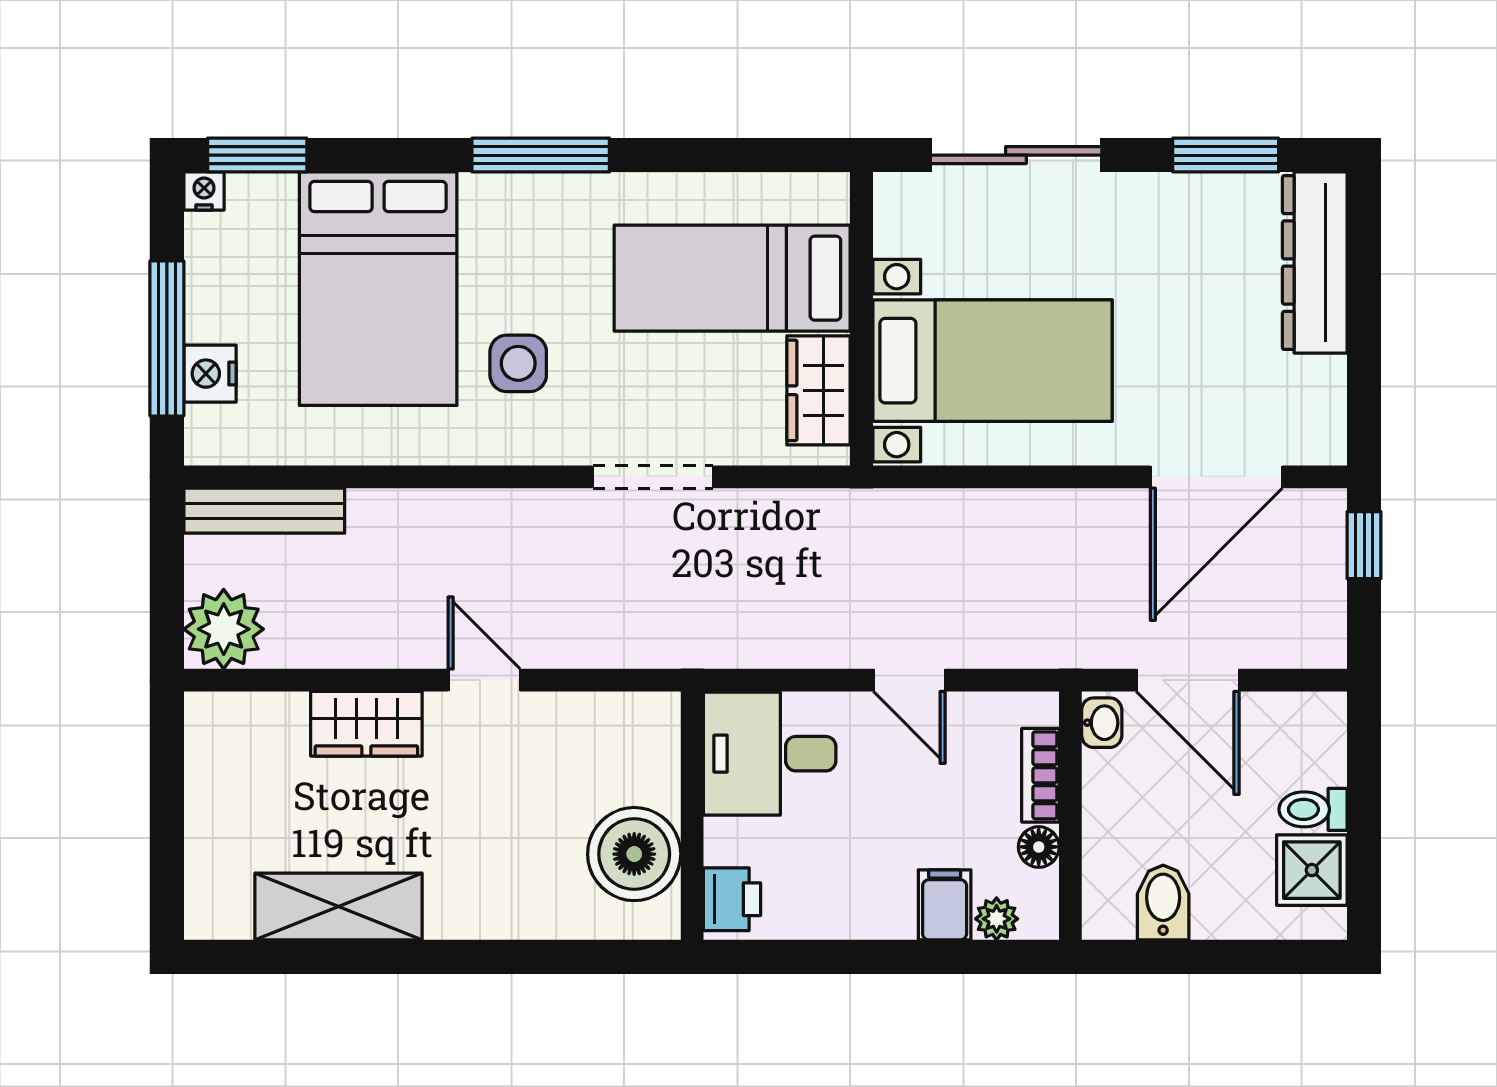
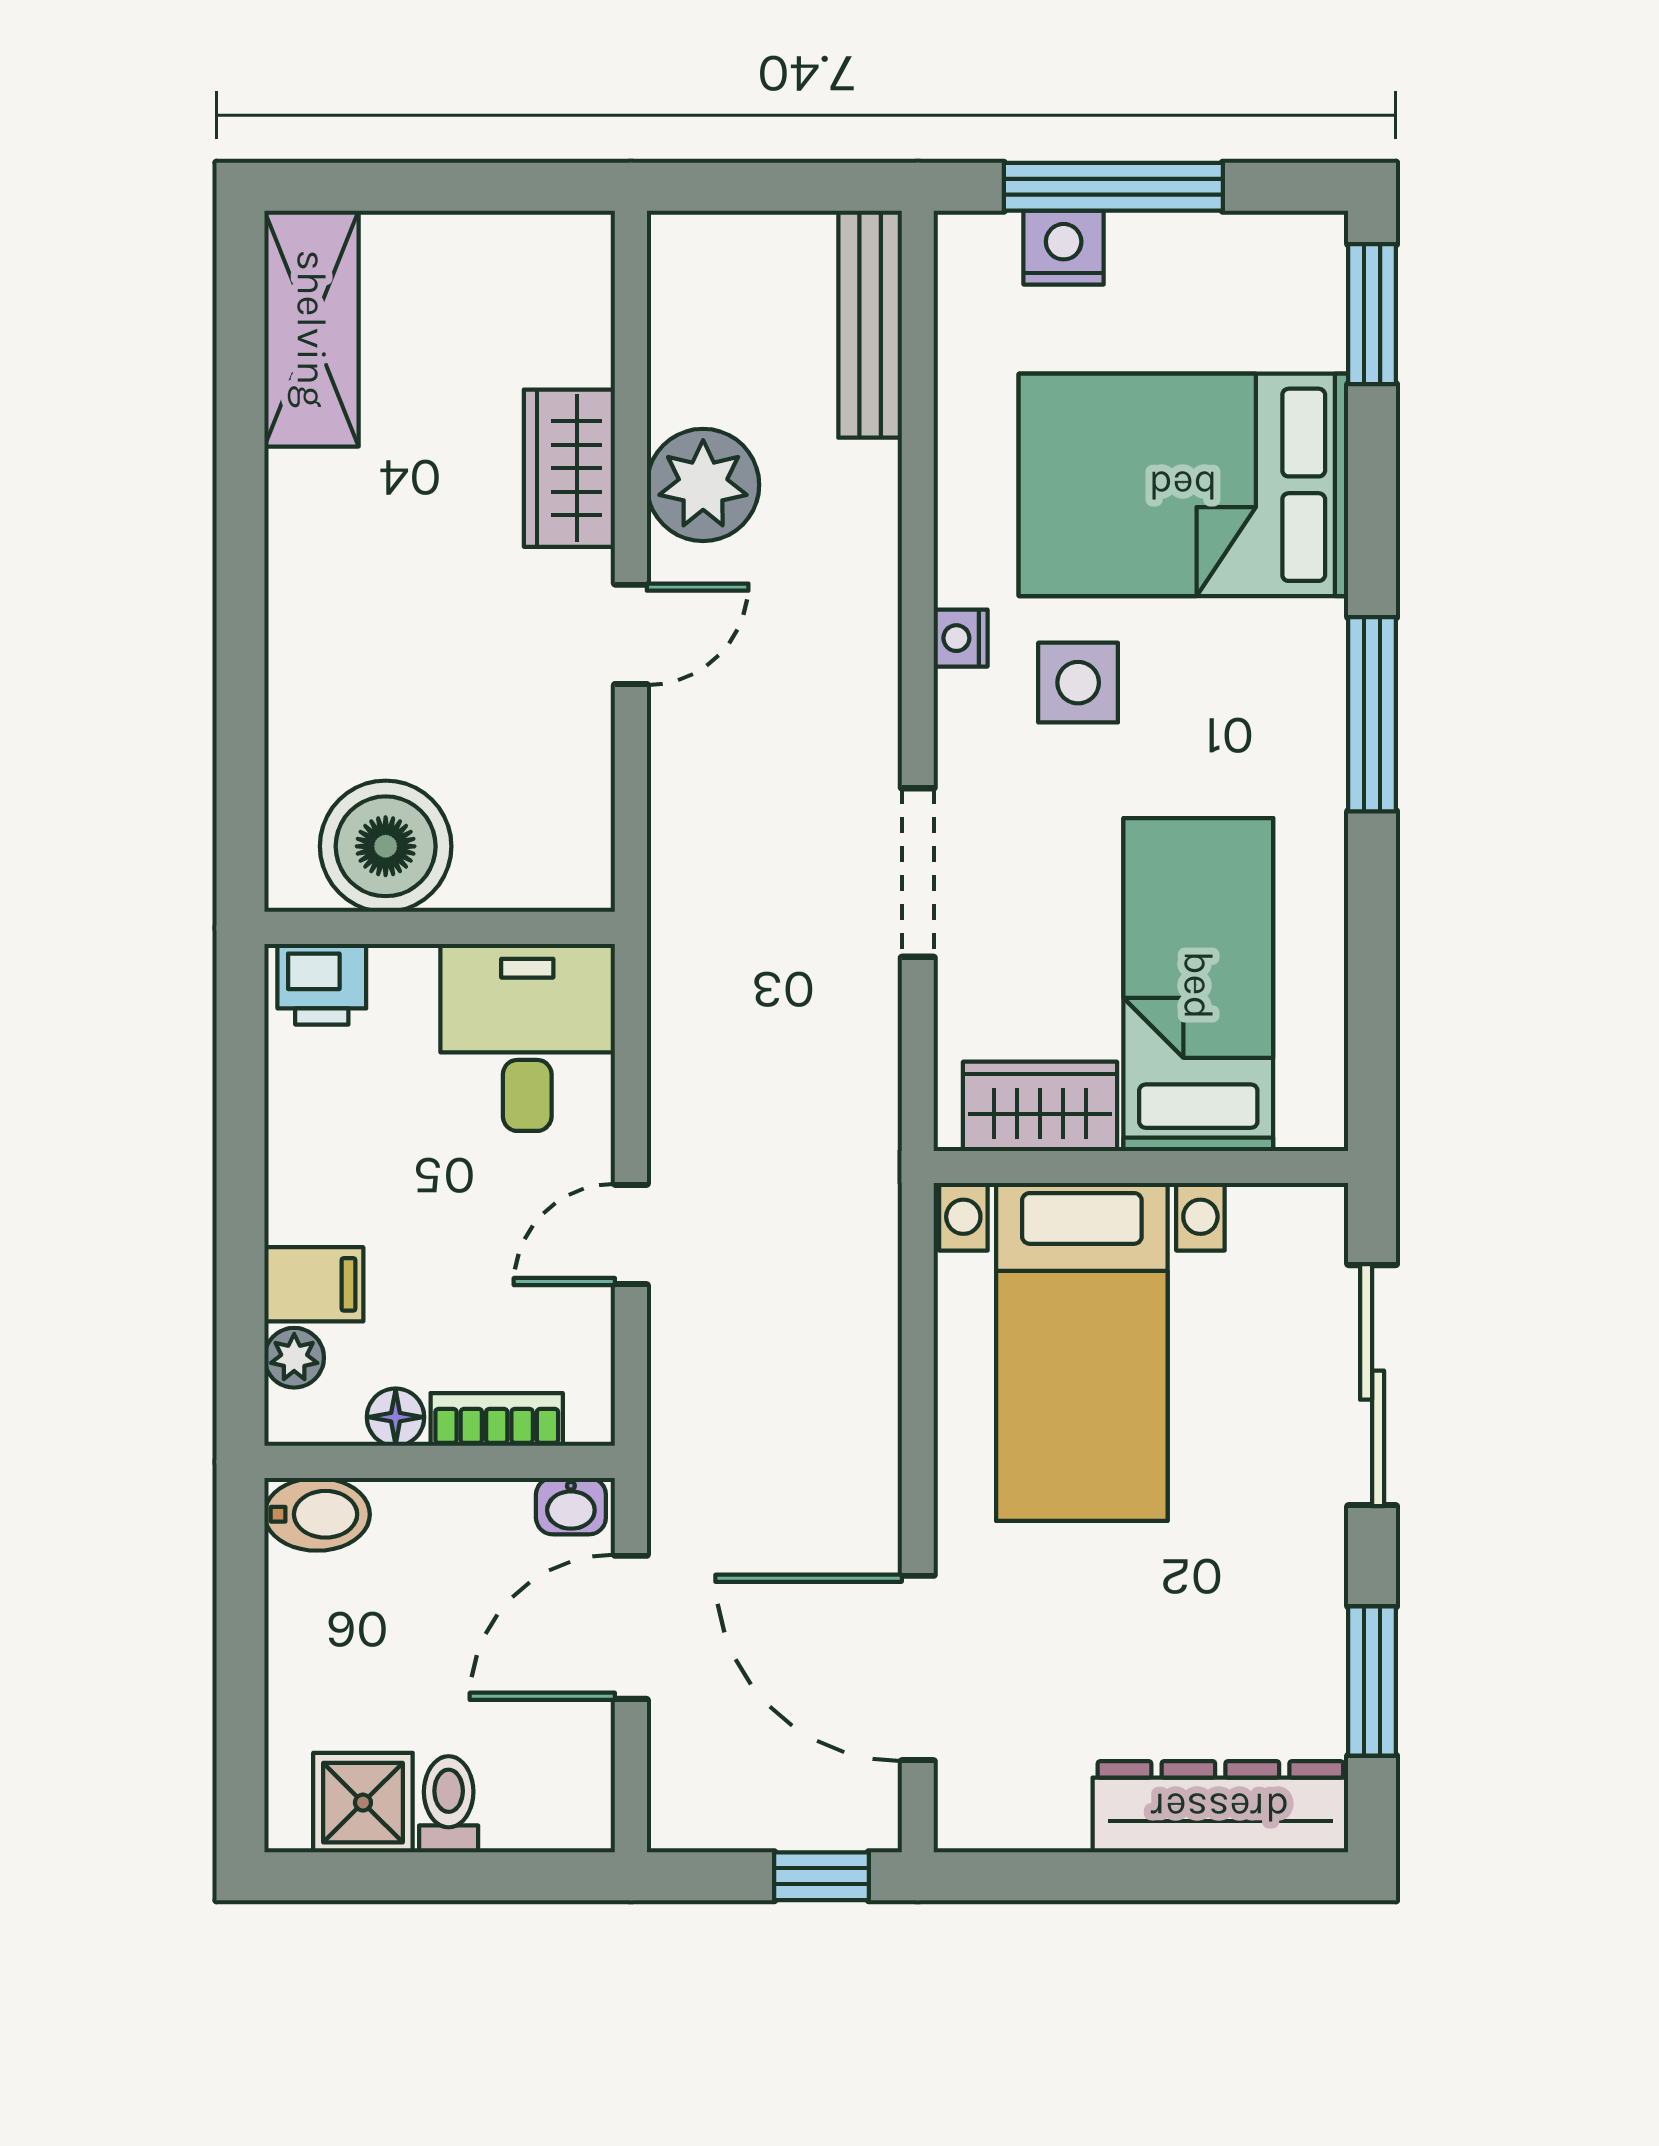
nightstand: (204, 191) -> (961, 638), moved, turned 180
plant: (224, 629) -> (703, 485), moved
bidet: (1163, 903) -> (317, 1514), moved
shelving: (338, 907) -> (311, 329), moved

